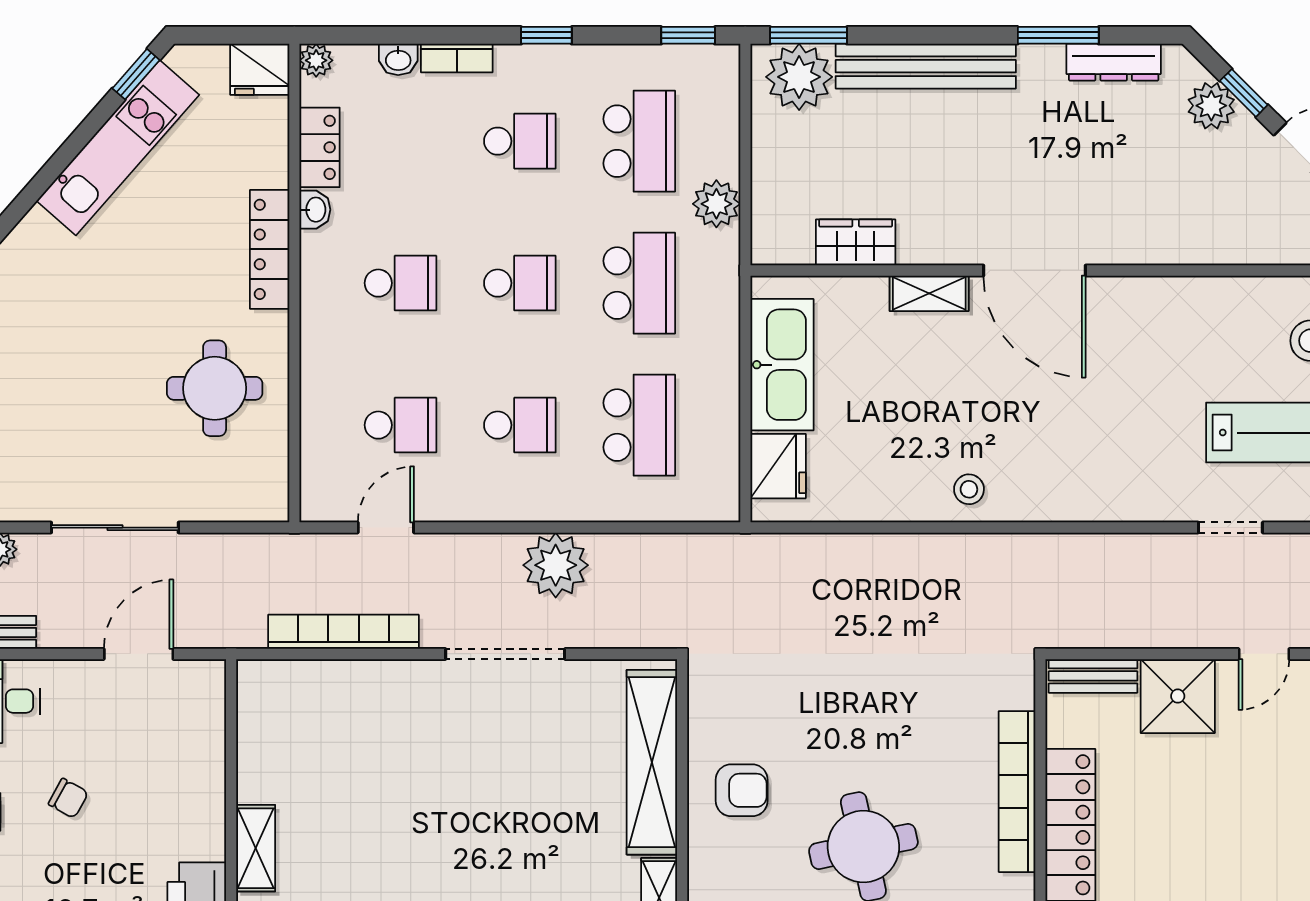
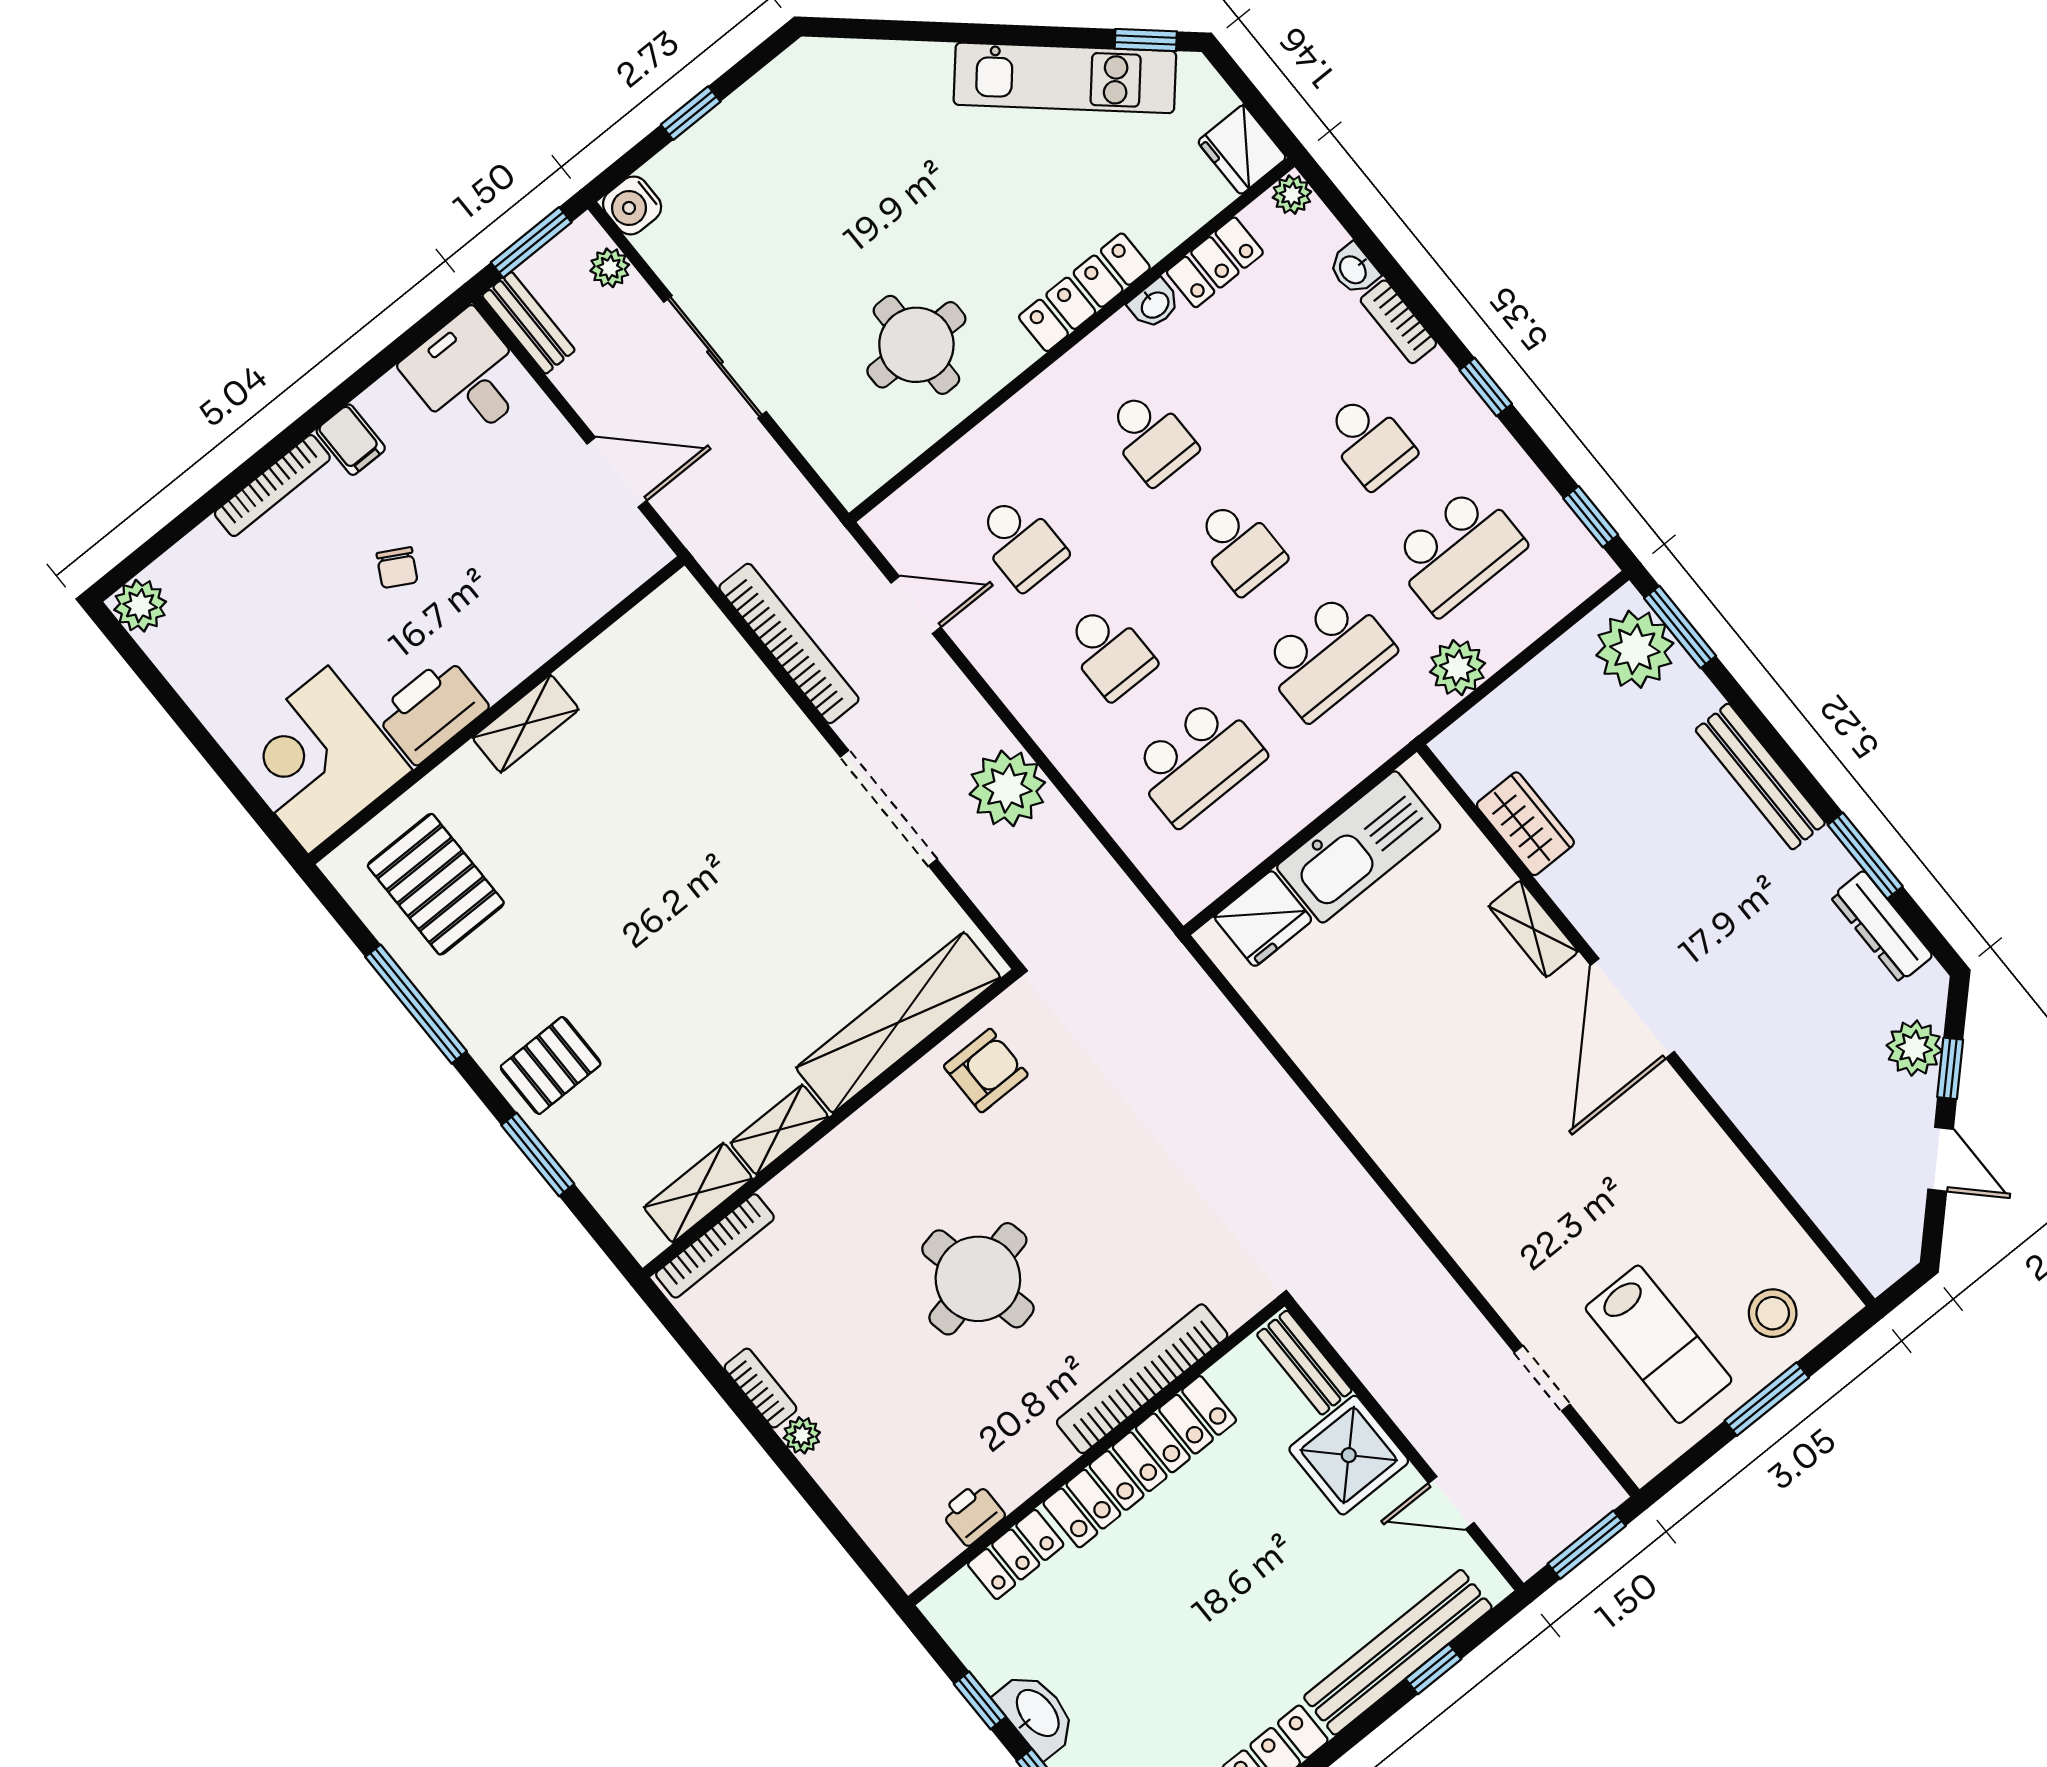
bench: (926, 66) -> (1760, 777), width x0.73, depth x0.82
stool: (969, 489) -> (1383, 1111), removed
armchair: (742, 790) -> (986, 1071), moved, turned -90
chair: (68, 798) -> (397, 568), moved

